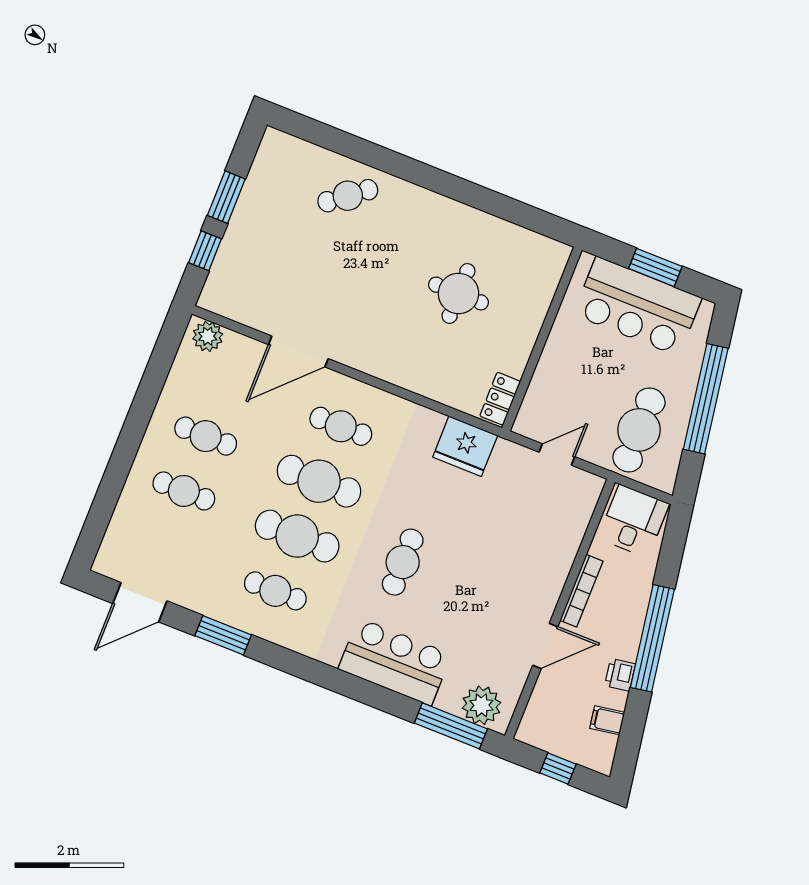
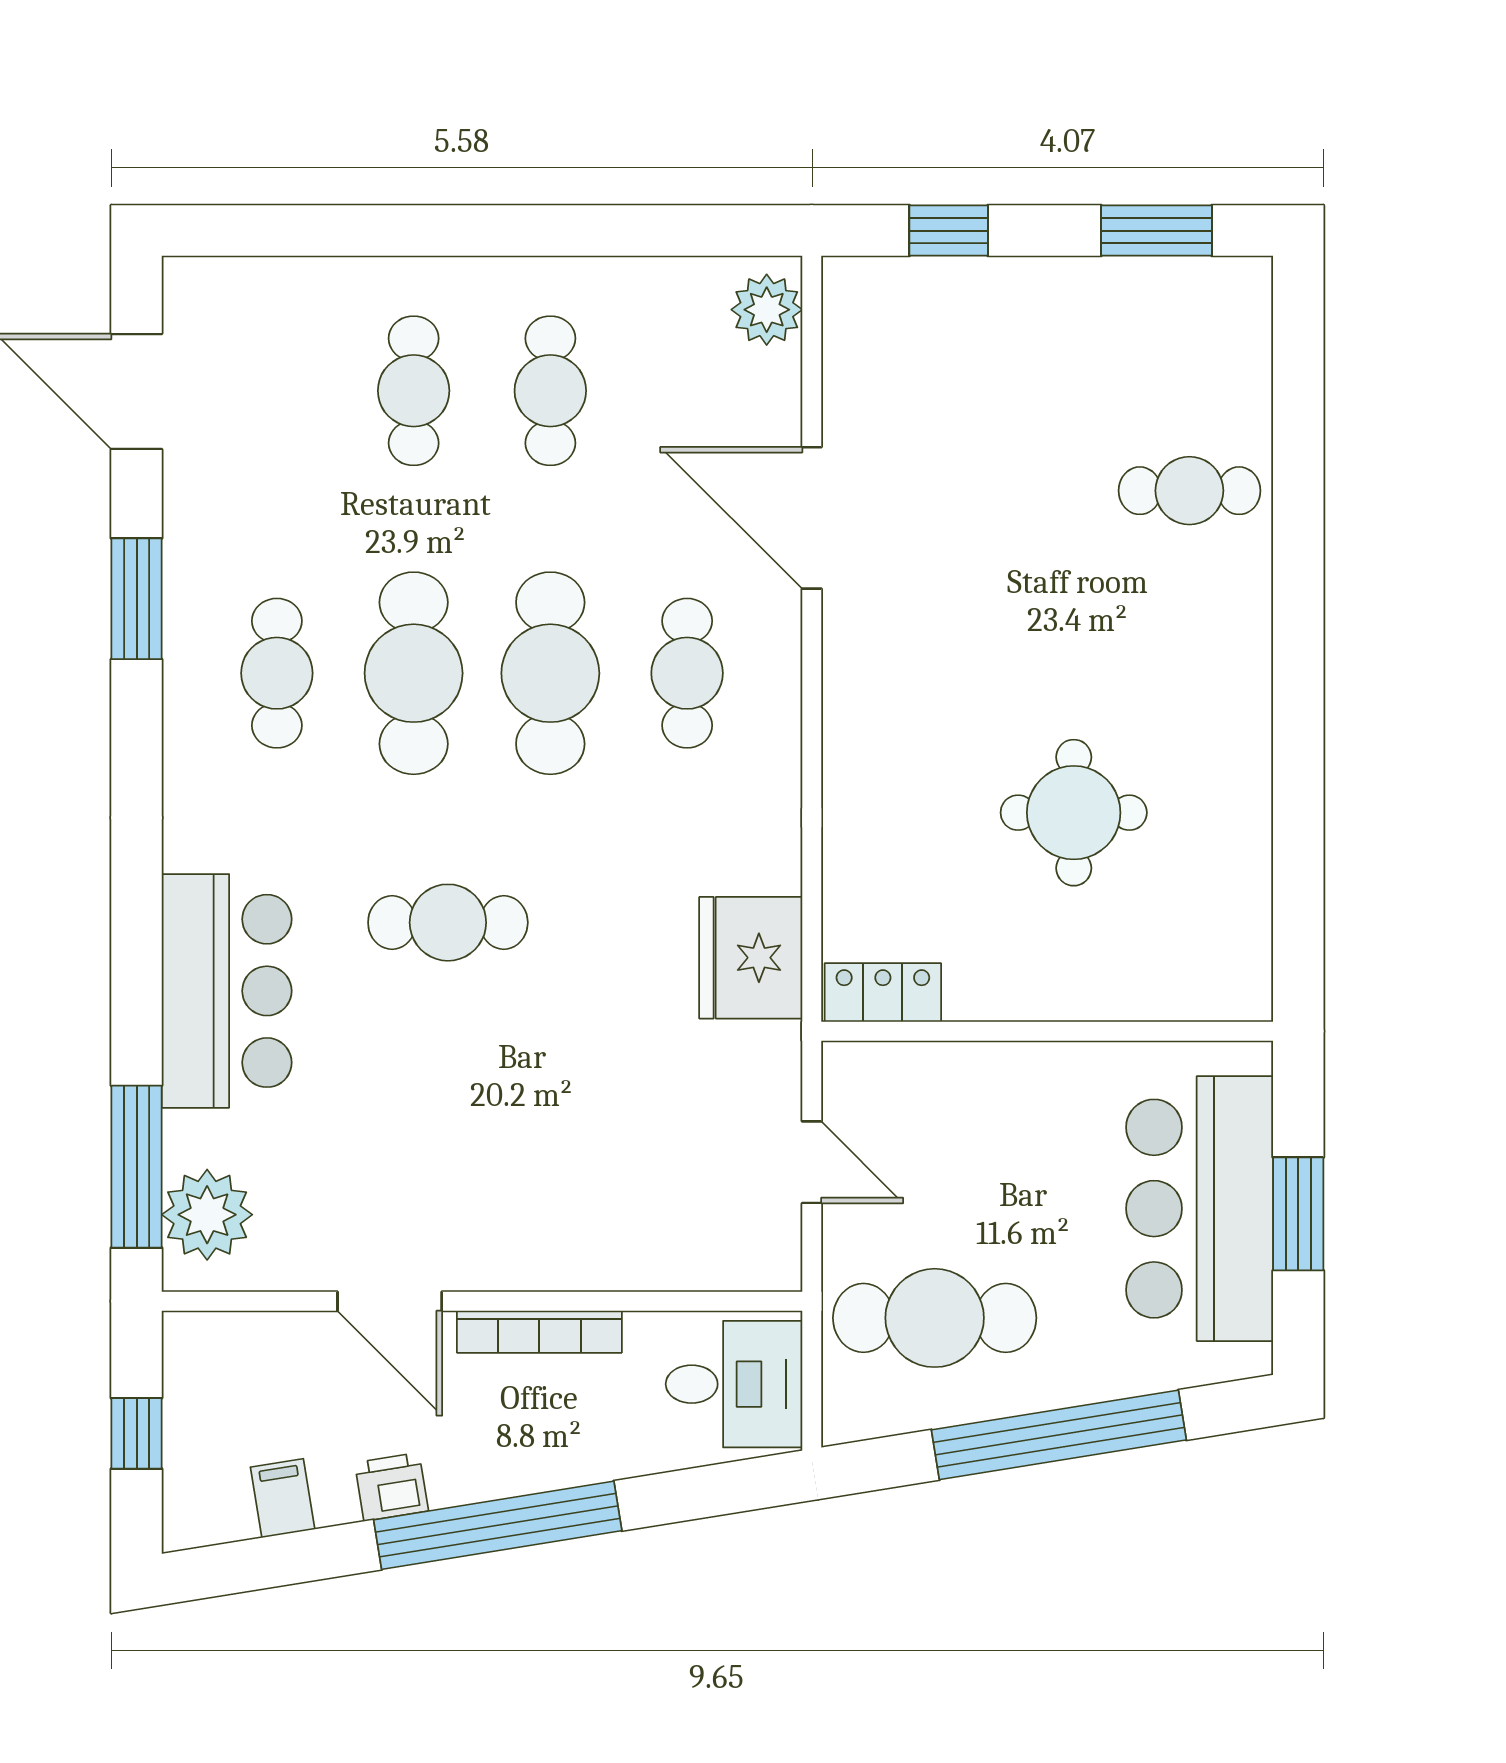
cafe table: (348, 196) -> (1189, 491), turned -52
window: (226, 197) -> (1157, 231), moved

